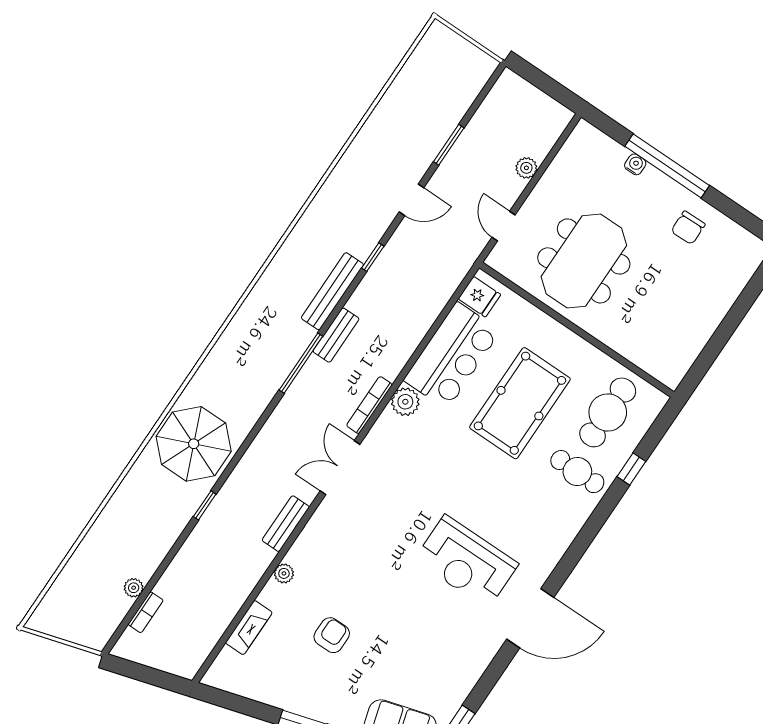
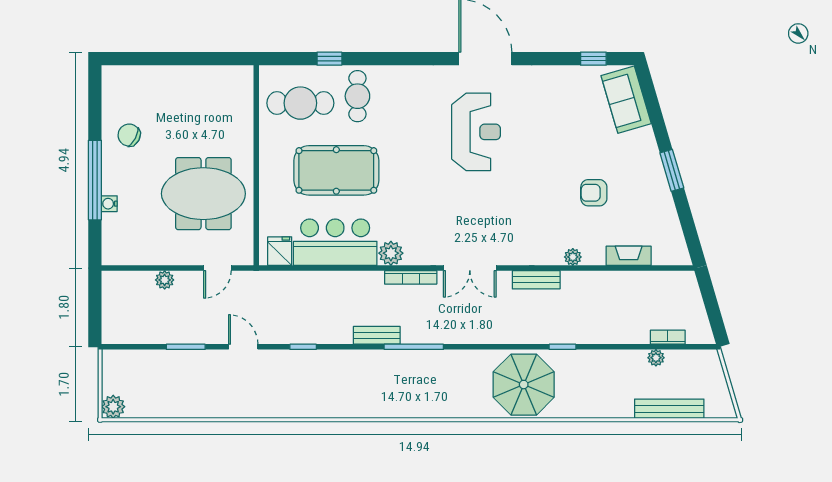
plant: (438, 37) -> (113, 407), added
chair: (688, 228) -> (129, 135), turned -151
bench: (332, 291) -> (669, 409), moved

